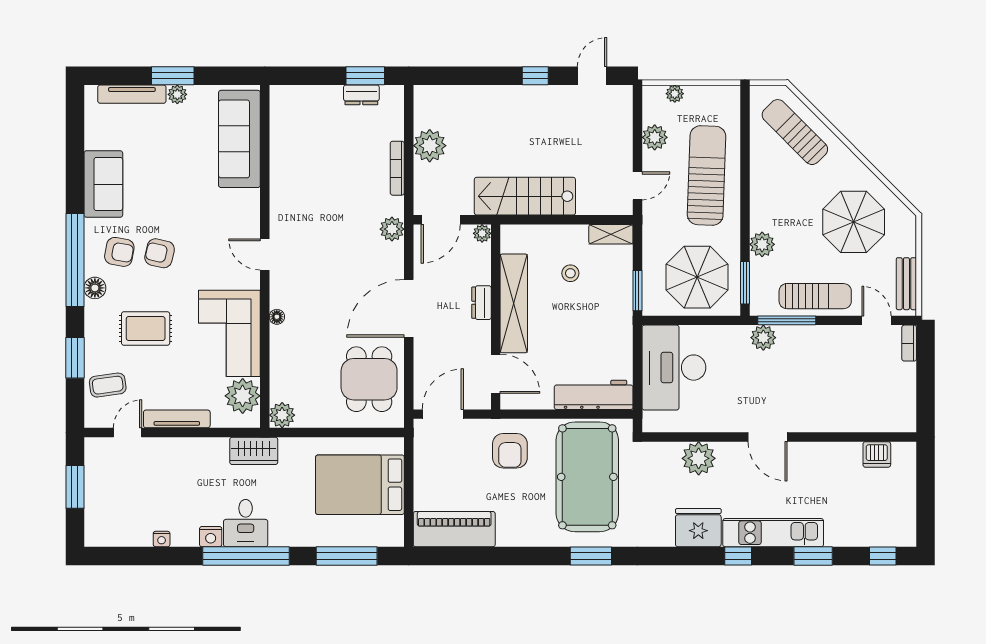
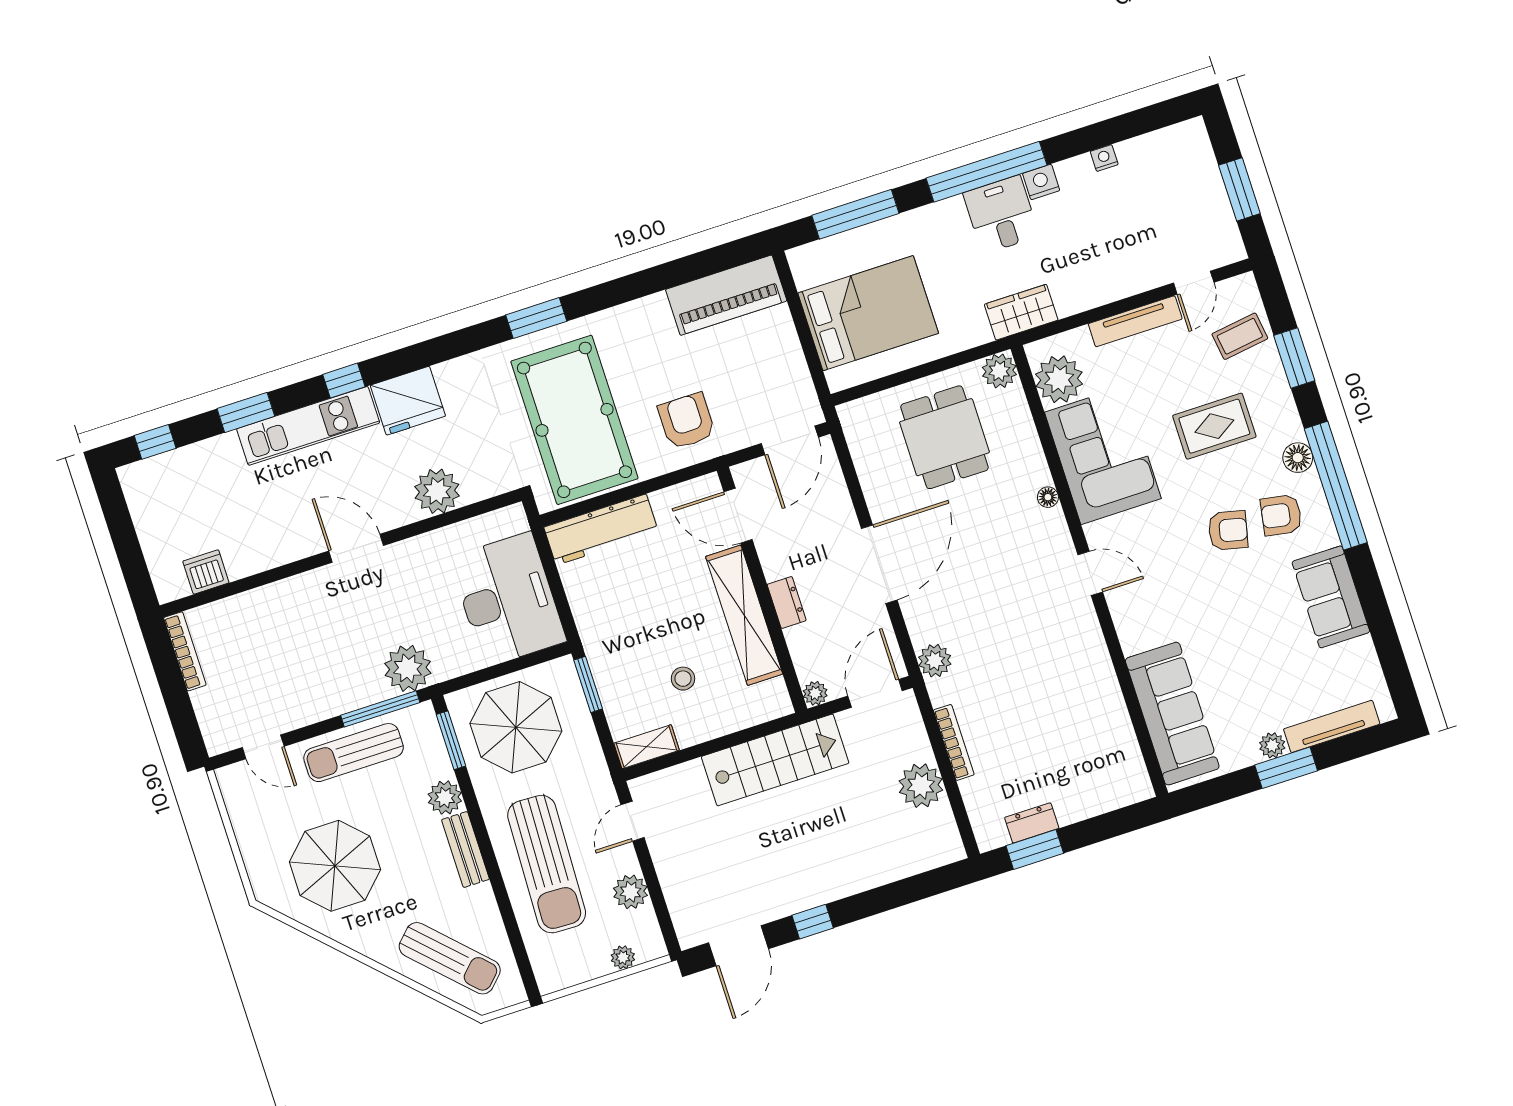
door: (592, 76) -> (739, 946), width x1.38
bench: (906, 284) -> (465, 849), moved
plant: (763, 338) -> (408, 668), width x1.36, depth x1.36
bookcase: (909, 343) -> (185, 651), moved, width x1.56
dining table: (369, 379) -> (944, 437), moved

